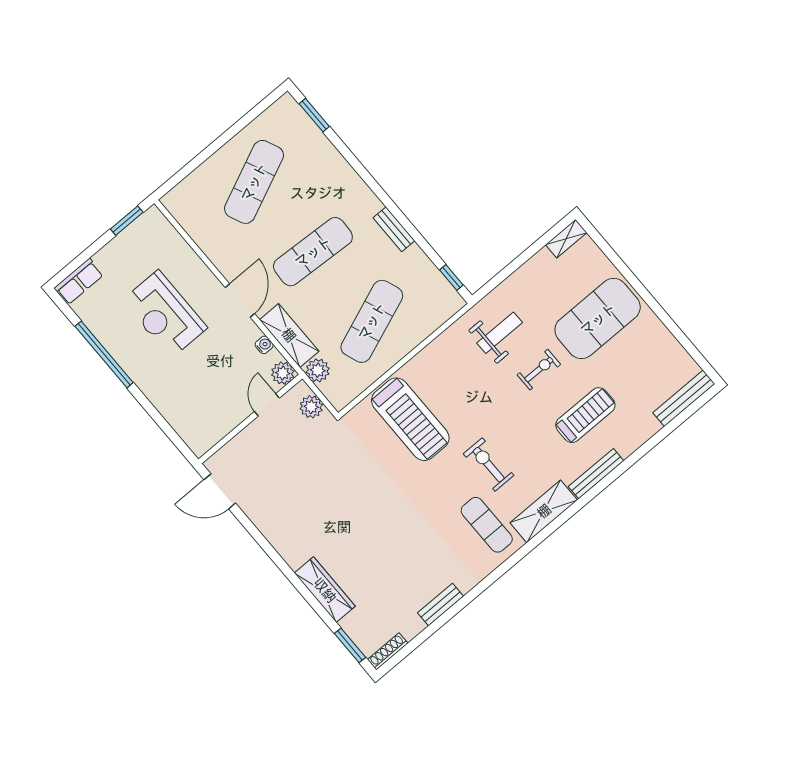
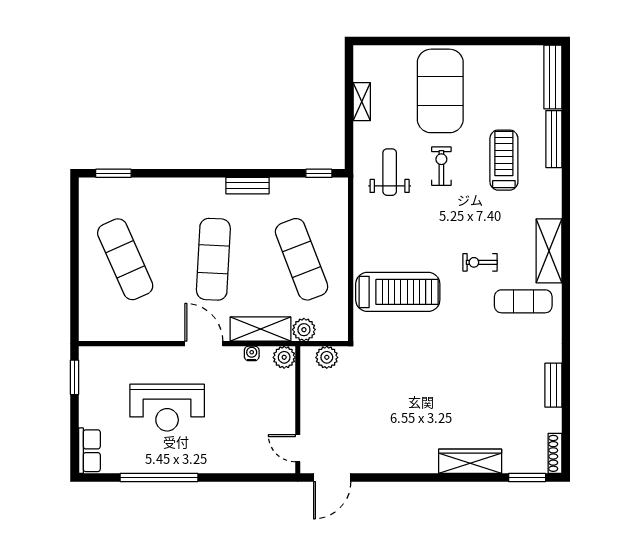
shelving: (566, 239) -> (362, 102), moved
door: (267, 405) -> (298, 448), moved
exercise bike: (489, 465) -> (480, 262), width x0.73, depth x0.72
bench: (596, 474) -> (554, 139), moved

